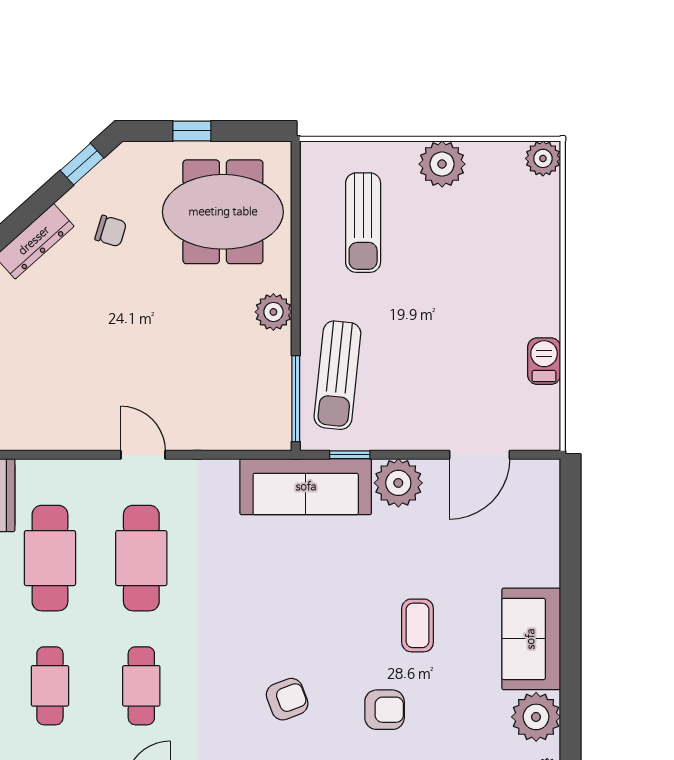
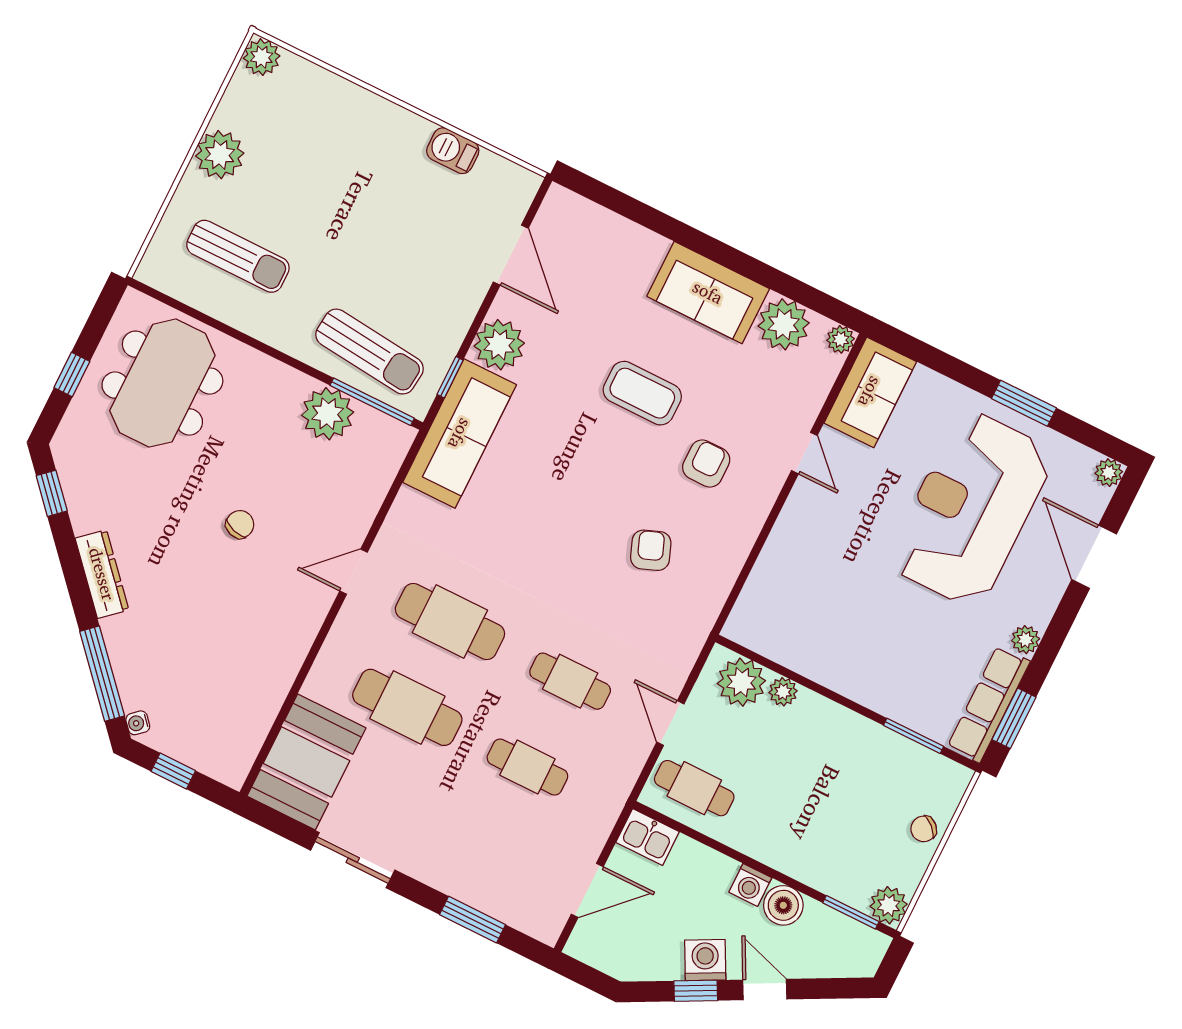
chair: (111, 231) -> (240, 524), moved
plant: (273, 312) -> (328, 414), moved, width x1.36, depth x1.36
coffee table: (418, 625) -> (642, 393), width x1.36, depth x1.30

